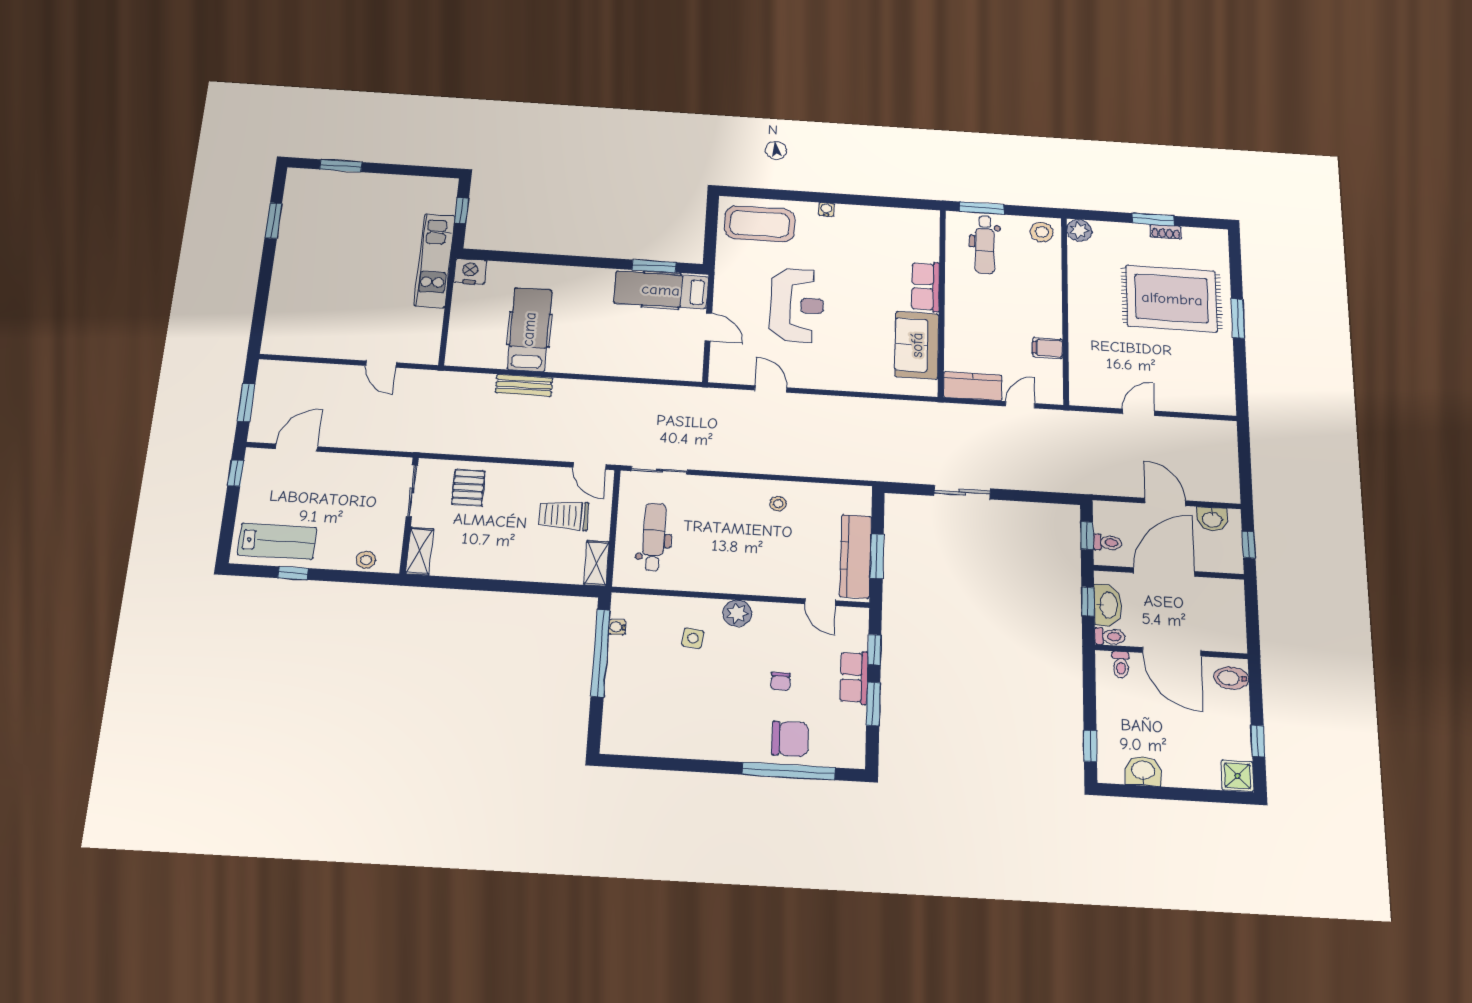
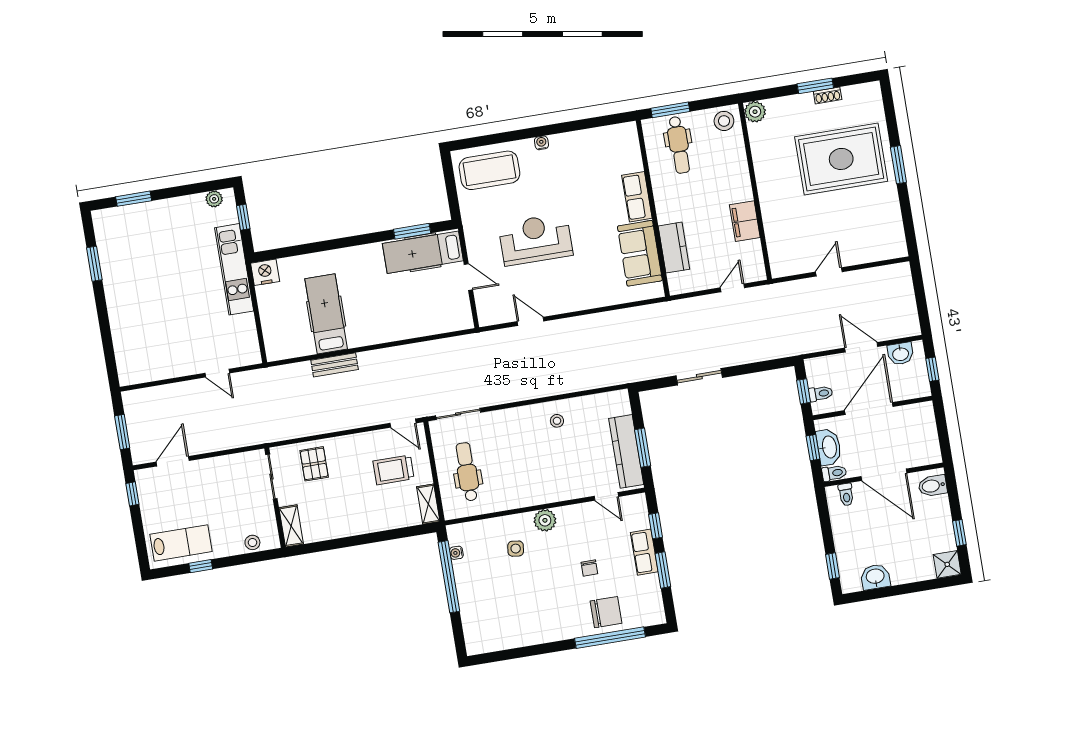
plant: (434, 185) -> (214, 199), added
reception desk: (797, 305) -> (536, 239), turned -90
filing cabinet: (1048, 348) -> (745, 221), width x2.00
kitchen counter: (973, 386) -> (674, 248), moved, turned 90

